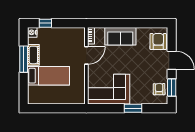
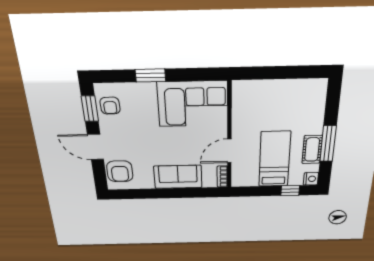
bed: (49, 76) -> (275, 159), moved, turned 90

